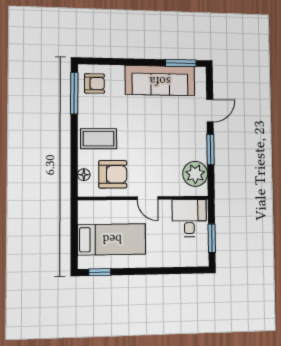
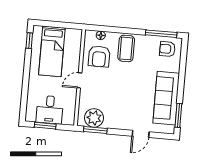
armchair: (94, 83) -> (167, 49), turned 90
door: (210, 111) -> (141, 134), hinge flipped
window: (210, 150) -> (95, 130), moved
desk: (189, 218) -> (50, 110), moved, turned 90

